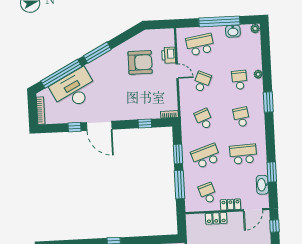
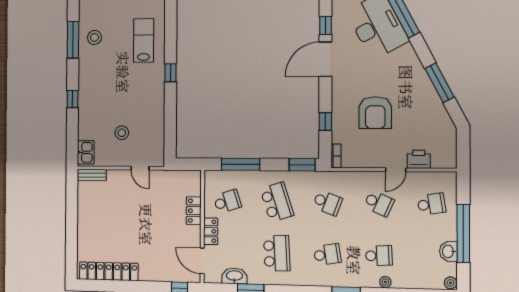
school desk: (200, 45) -> (431, 204), width x0.54
window: (97, 53) -> (440, 83), moved
armchair: (140, 62) -> (375, 113), moved
school desk: (204, 119) -> (327, 203), turned 42
window: (178, 154) -> (302, 165), moved

